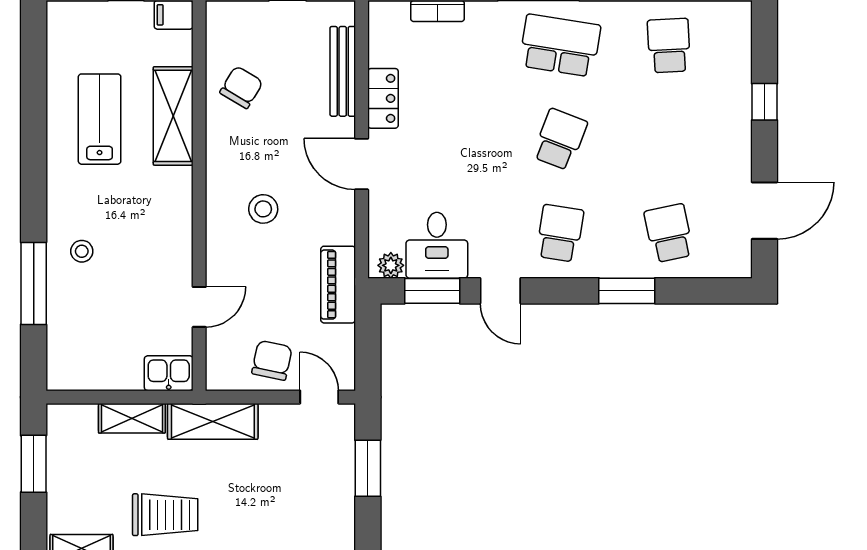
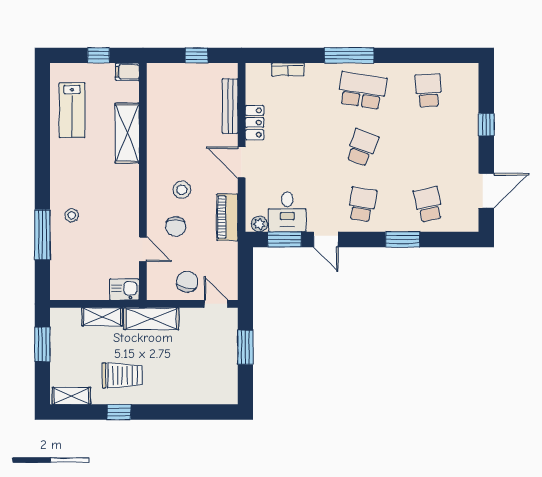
chair: (241, 87) -> (176, 226), moved, turned 149
lab bench: (100, 119) -> (72, 110), moved, turned 180
piano: (338, 285) -> (227, 217), moved
door: (199, 307) -> (143, 249), hinge flipped

